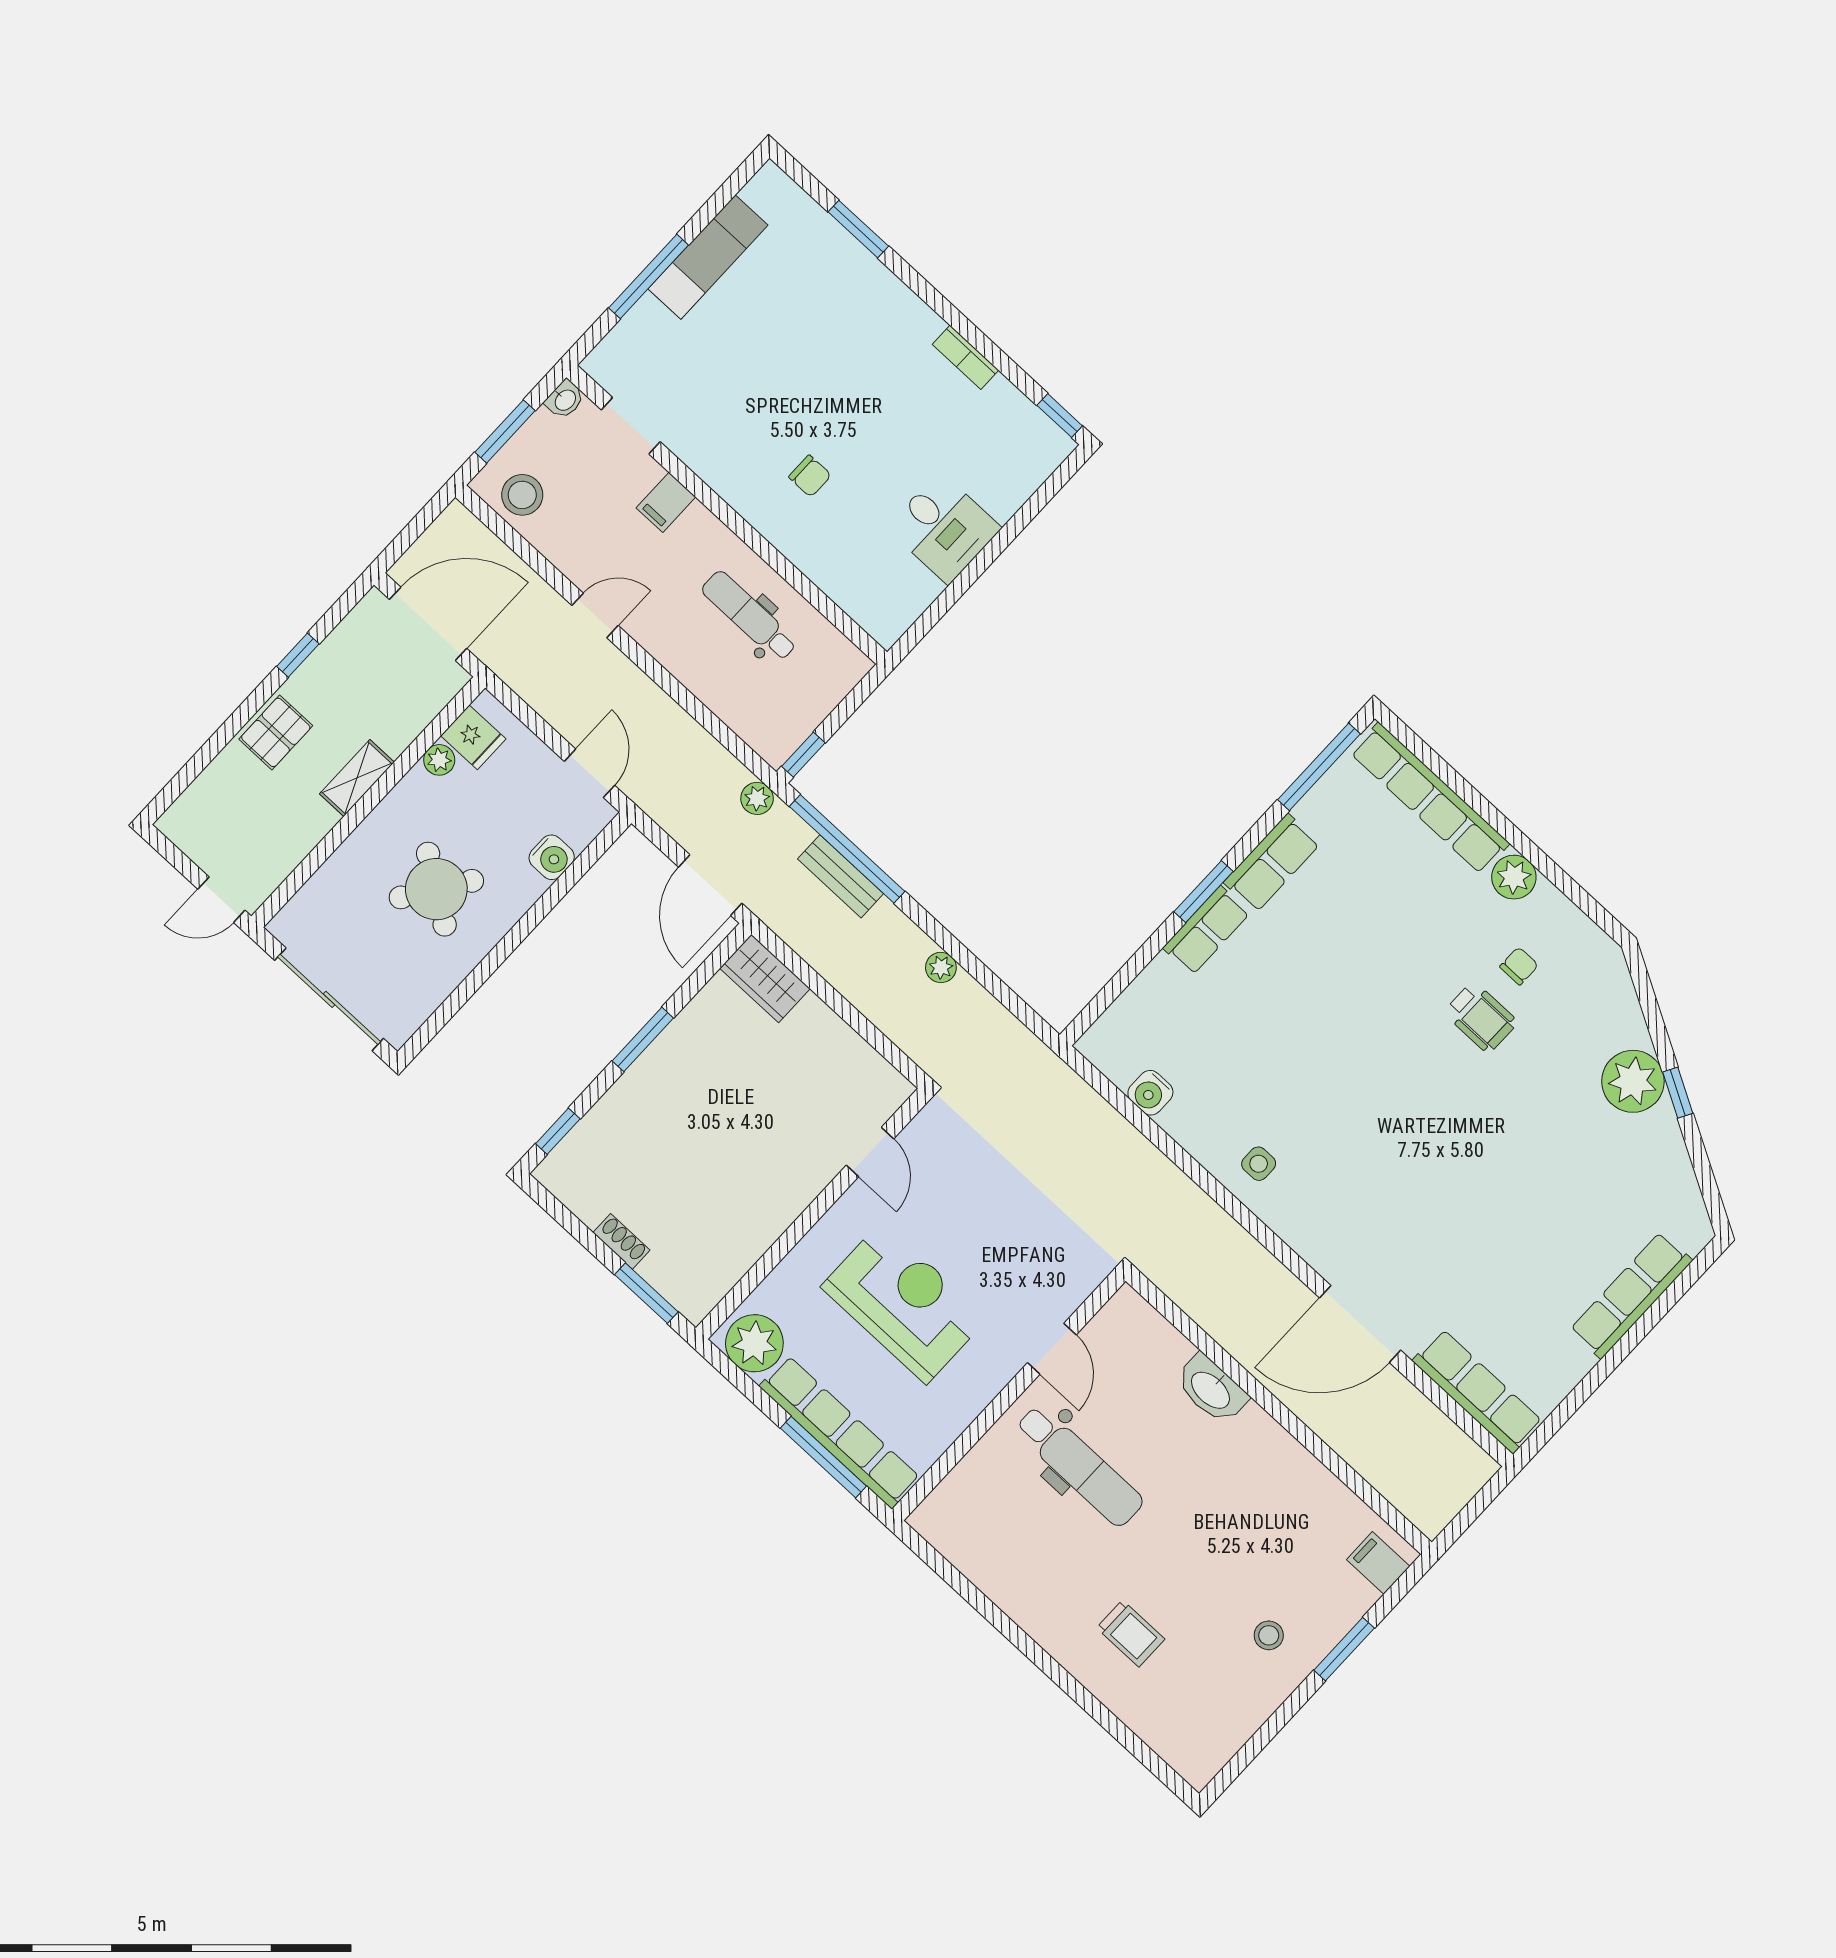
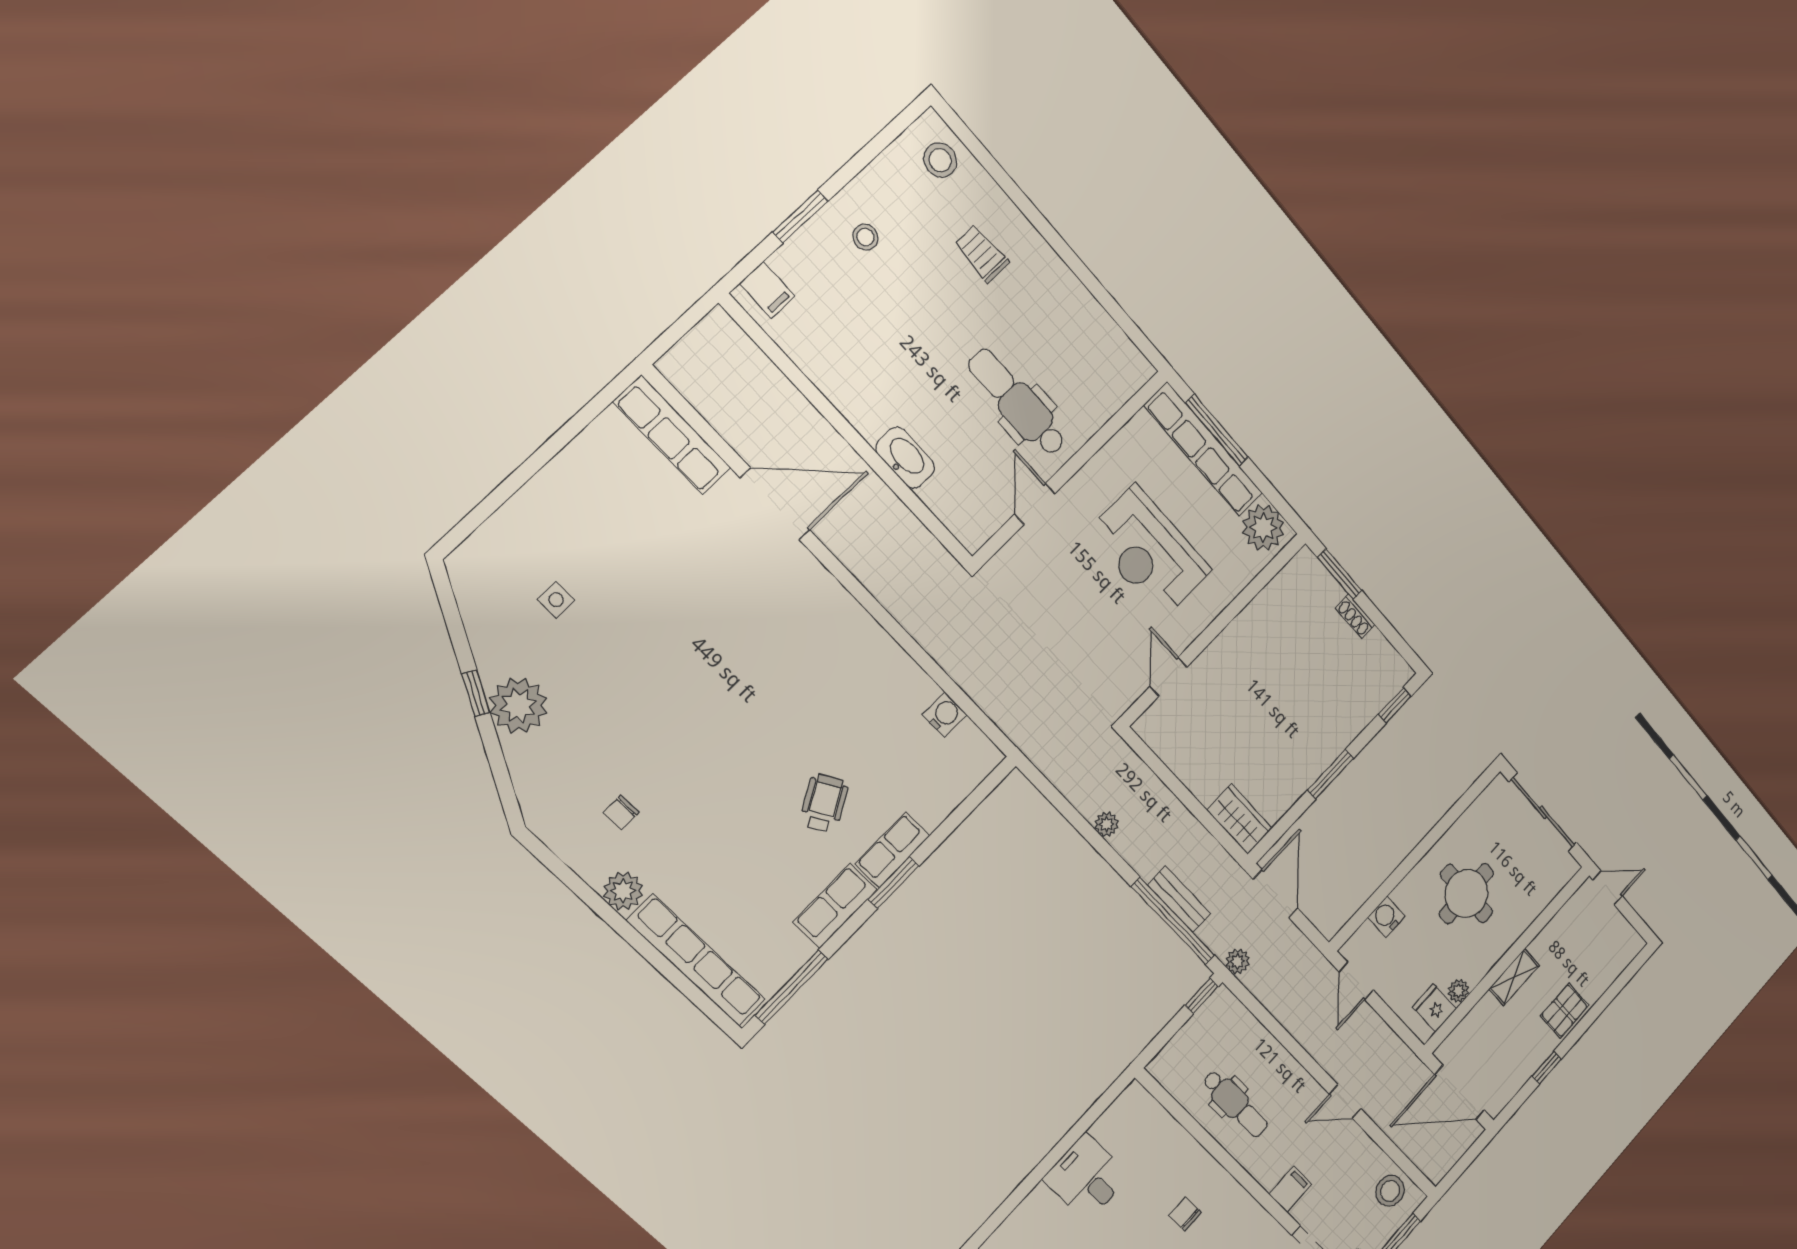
round table: (436, 889) -> (1467, 894), turned -34
wheelchair: (1481, 1017) -> (824, 803), moved, turned 60
side table: (1259, 1164) -> (556, 600), moved
row of seats: (1631, 1295) -> (526, 510), removed
stool: (1185, 1734) -> (940, 160), added

